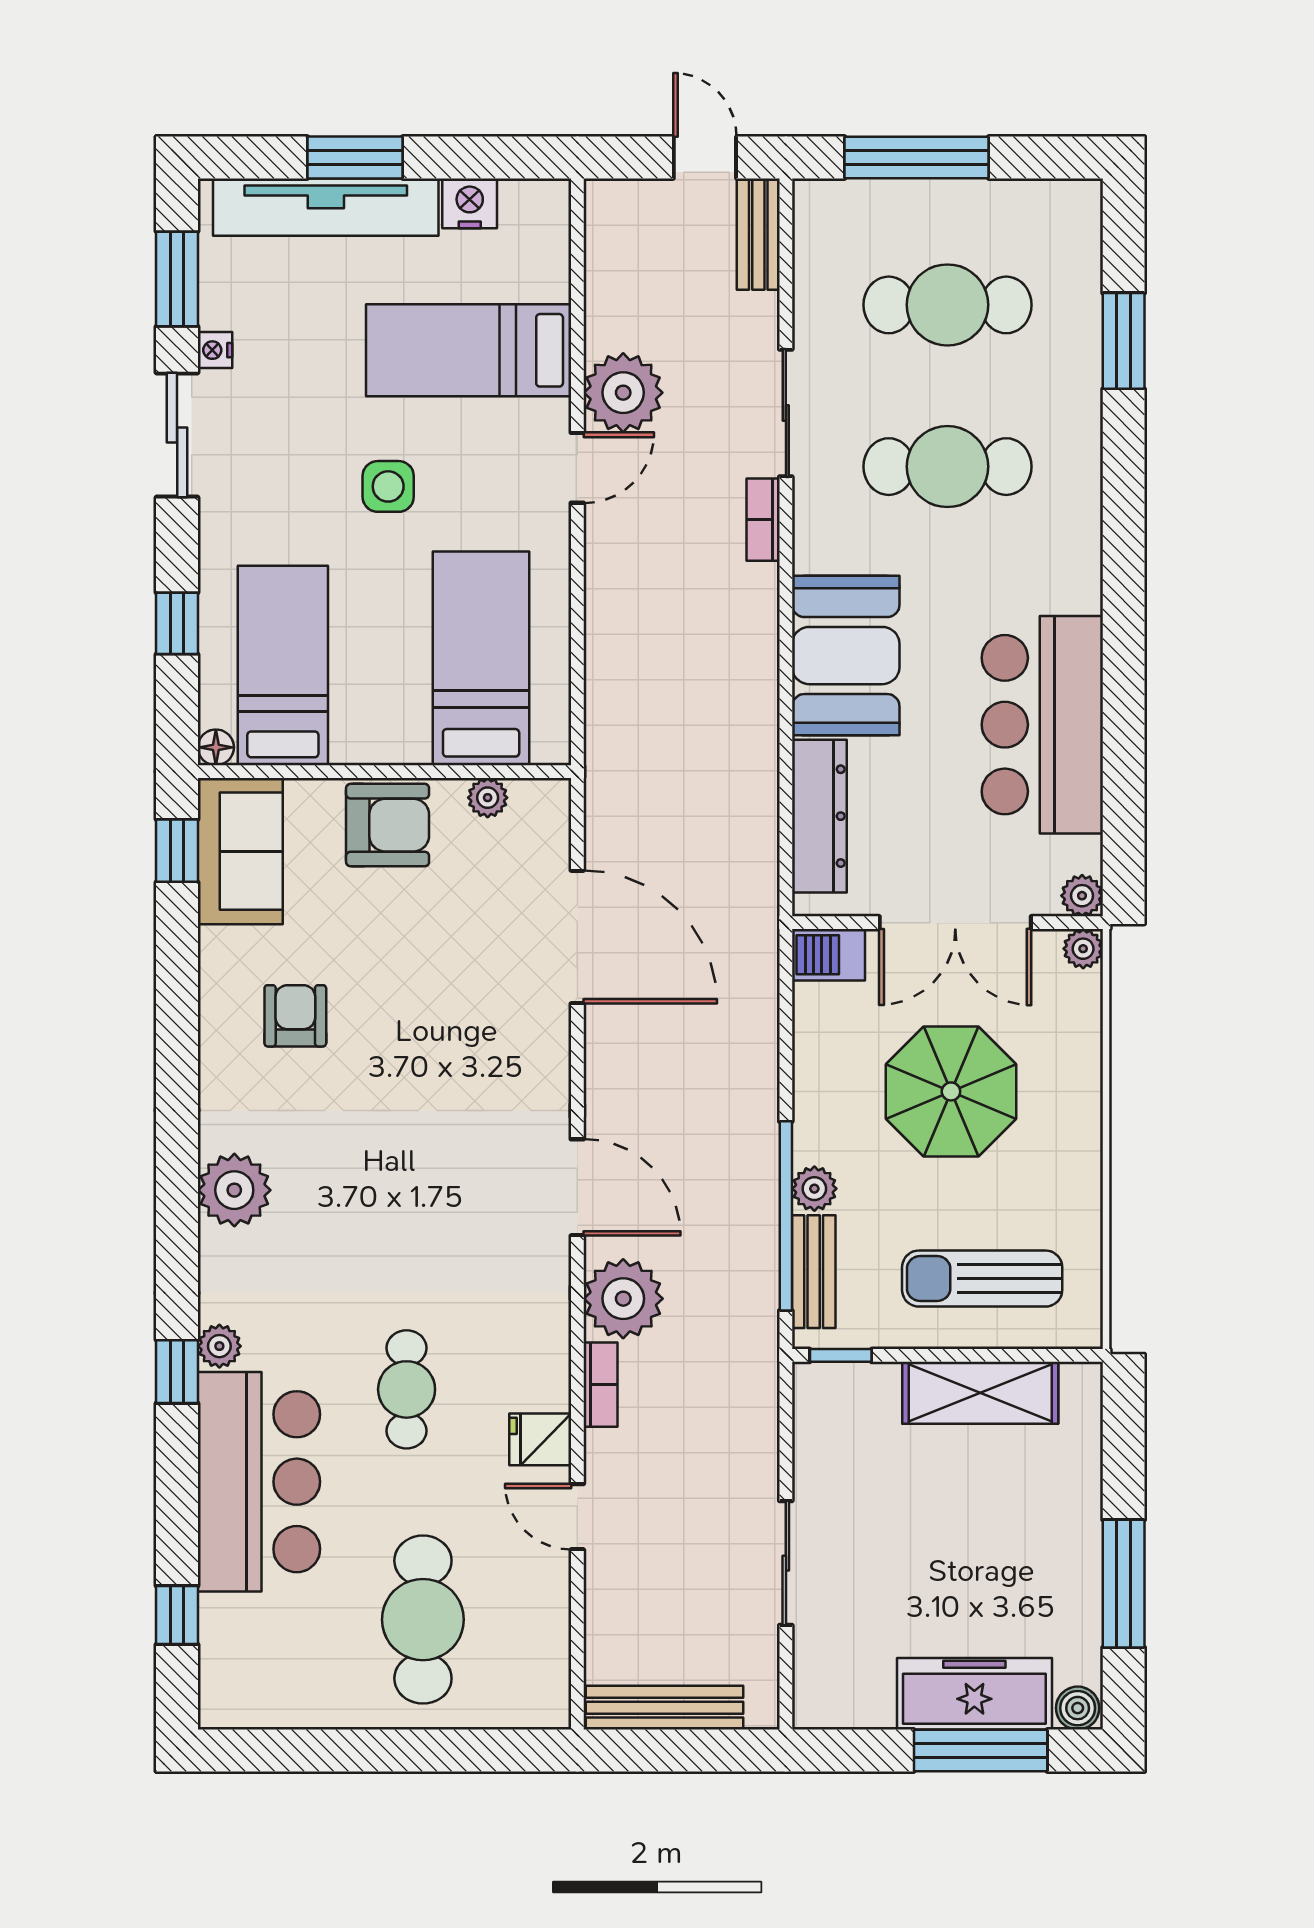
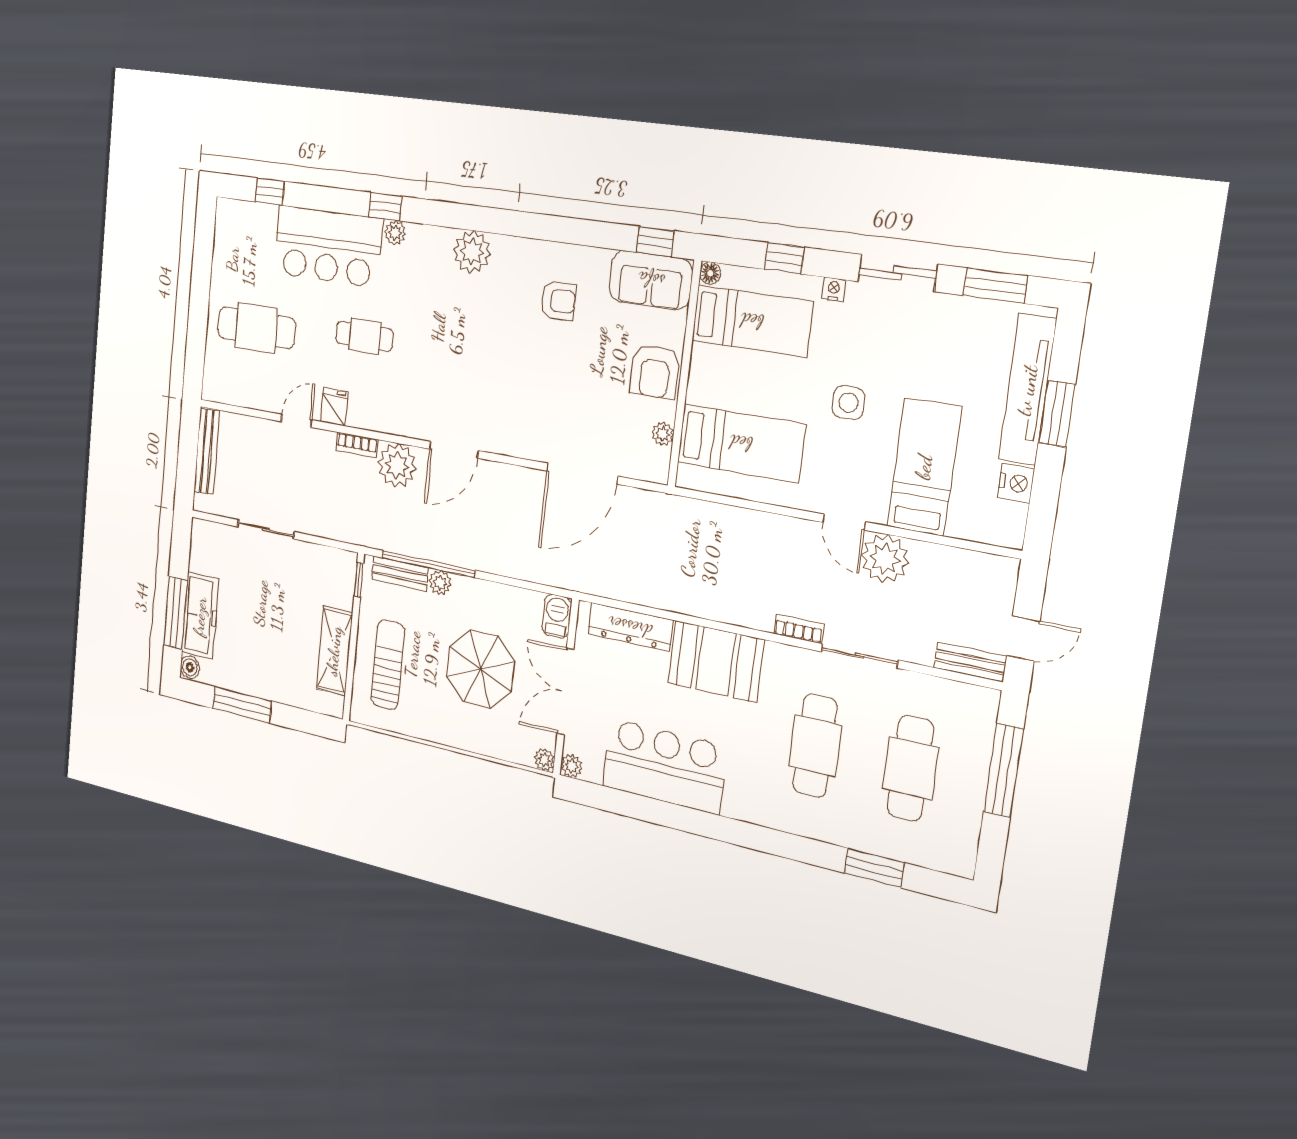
nightstand: (215, 350) -> (834, 289), moved

